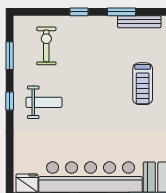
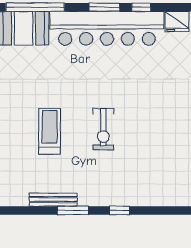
exercise bike: (46, 46) -> (103, 129), moved
weight bench: (44, 102) -> (158, 111), removed

